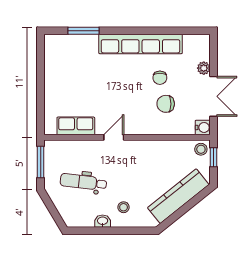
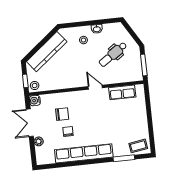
coffee table: (61, 46) -> (138, 146), added
door: (114, 137) -> (95, 87), swing flipped
dental chair: (83, 182) -> (113, 54), turned 139

